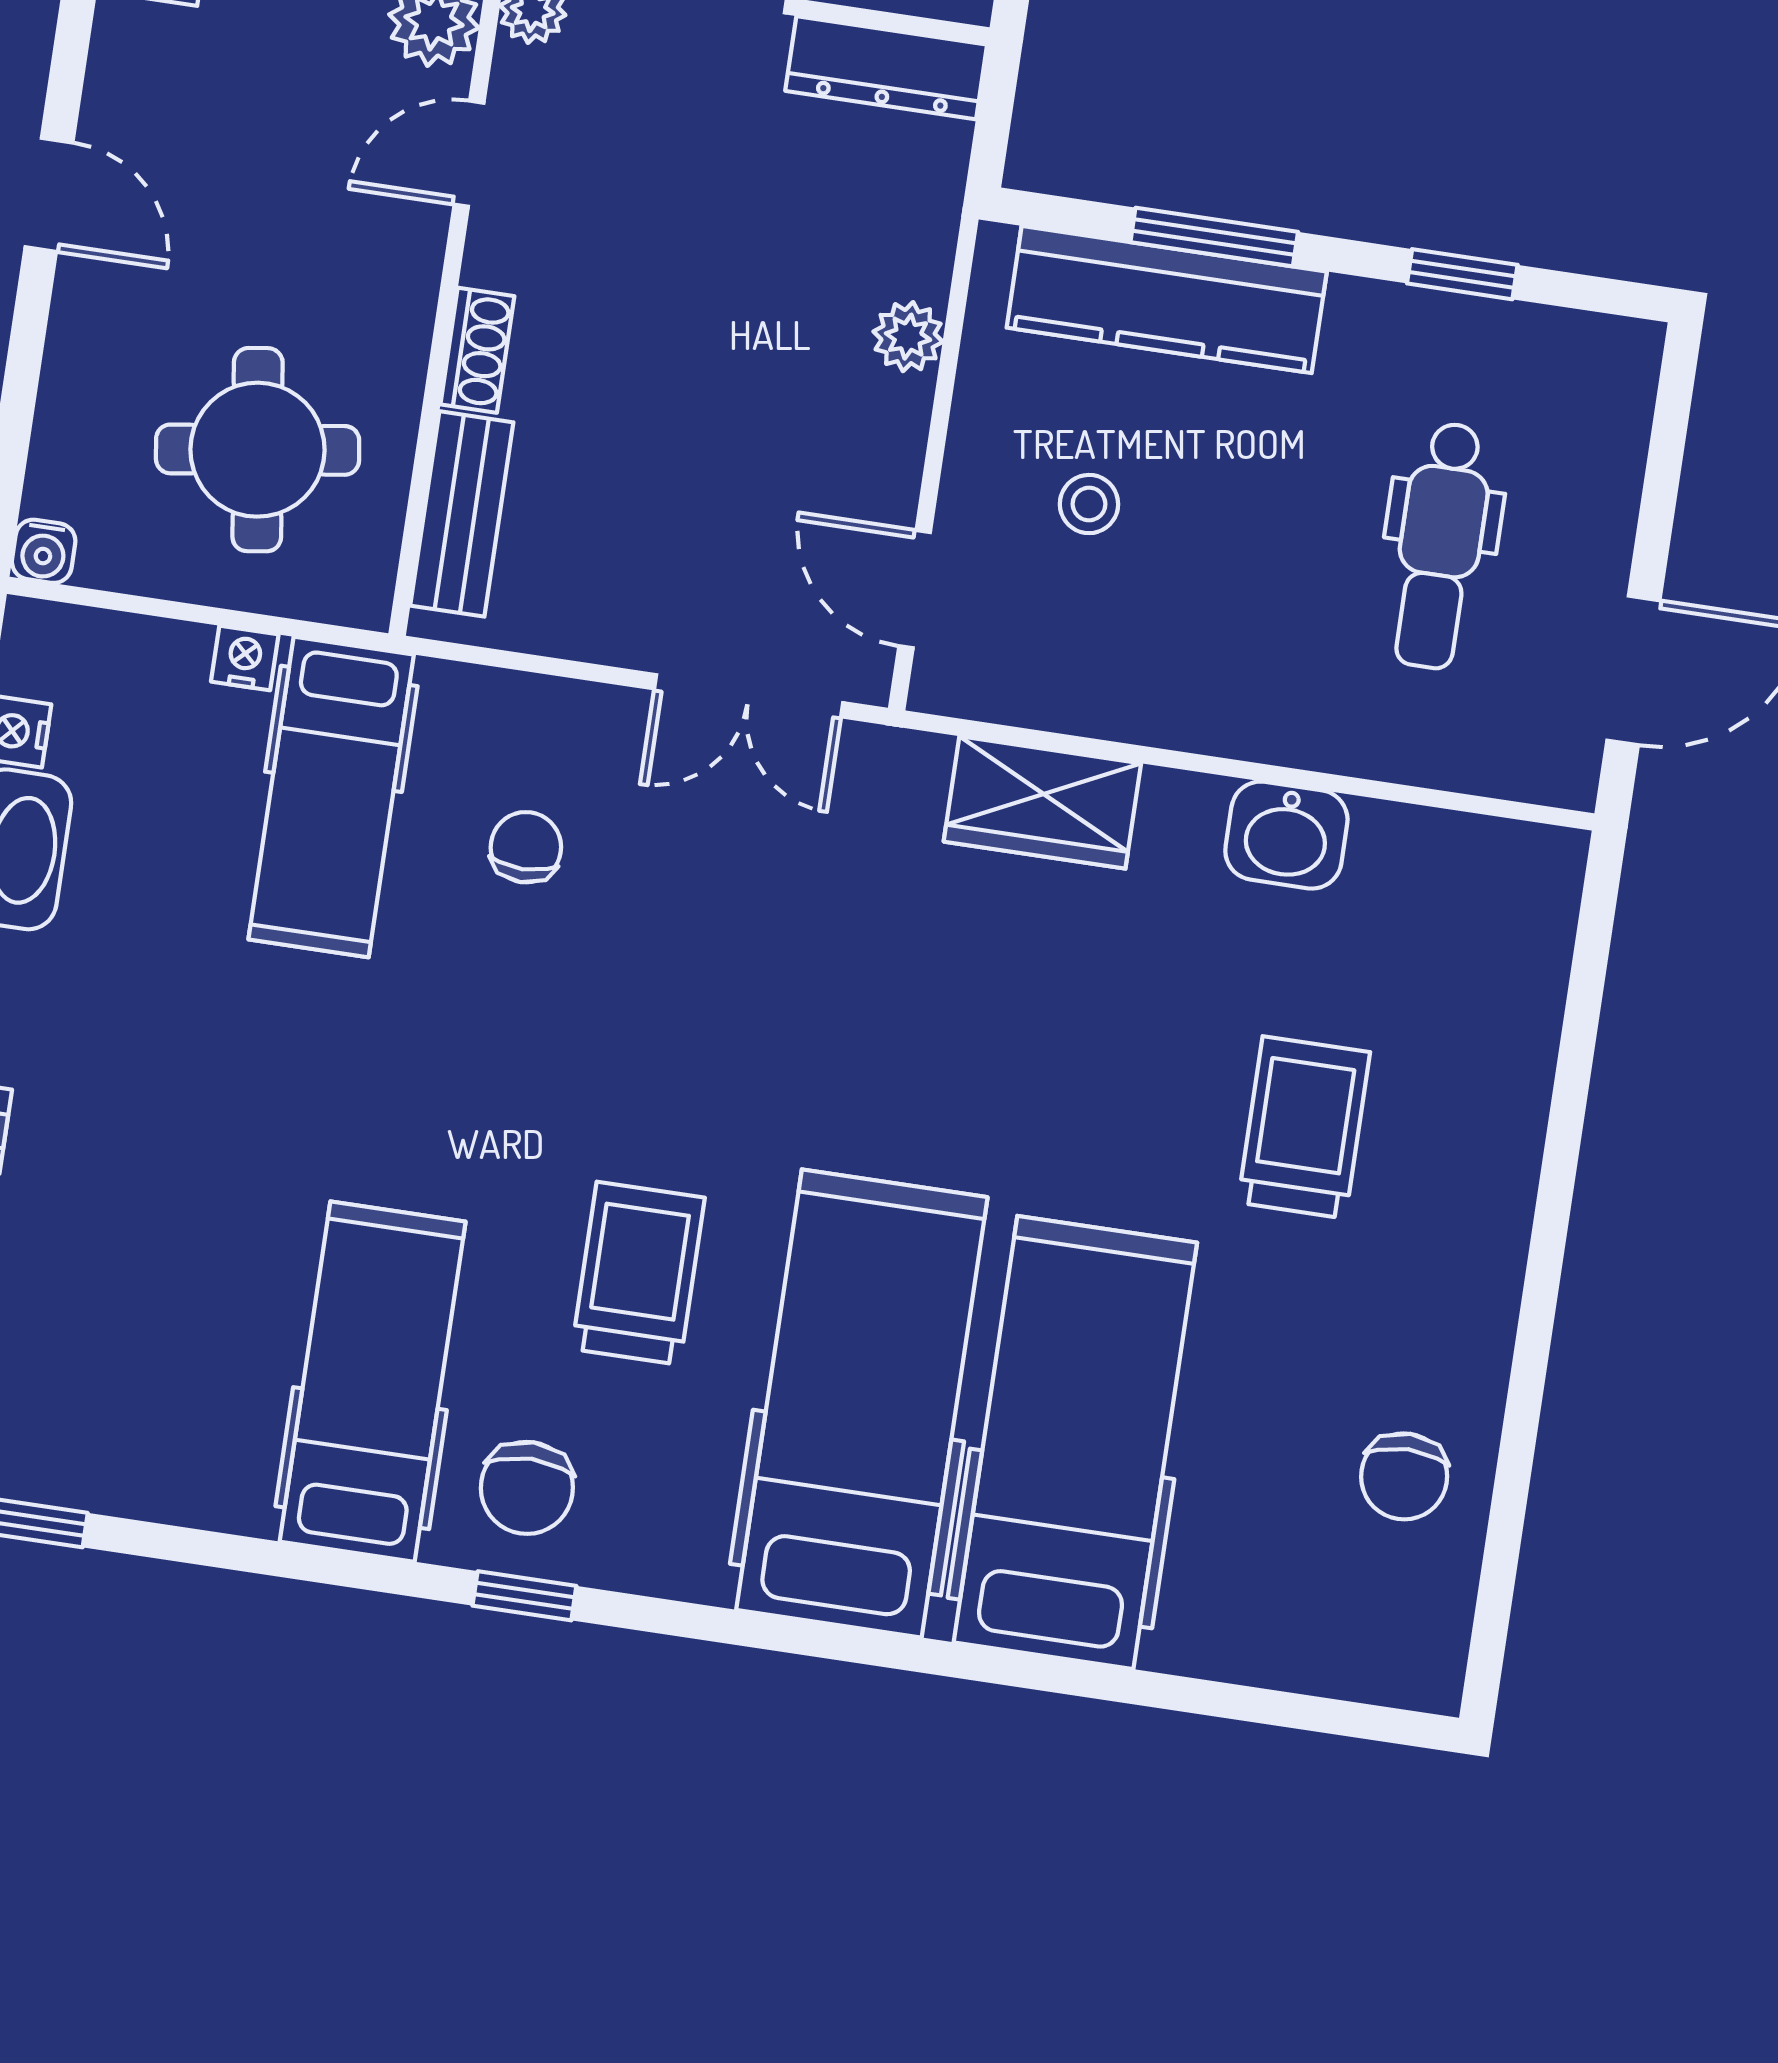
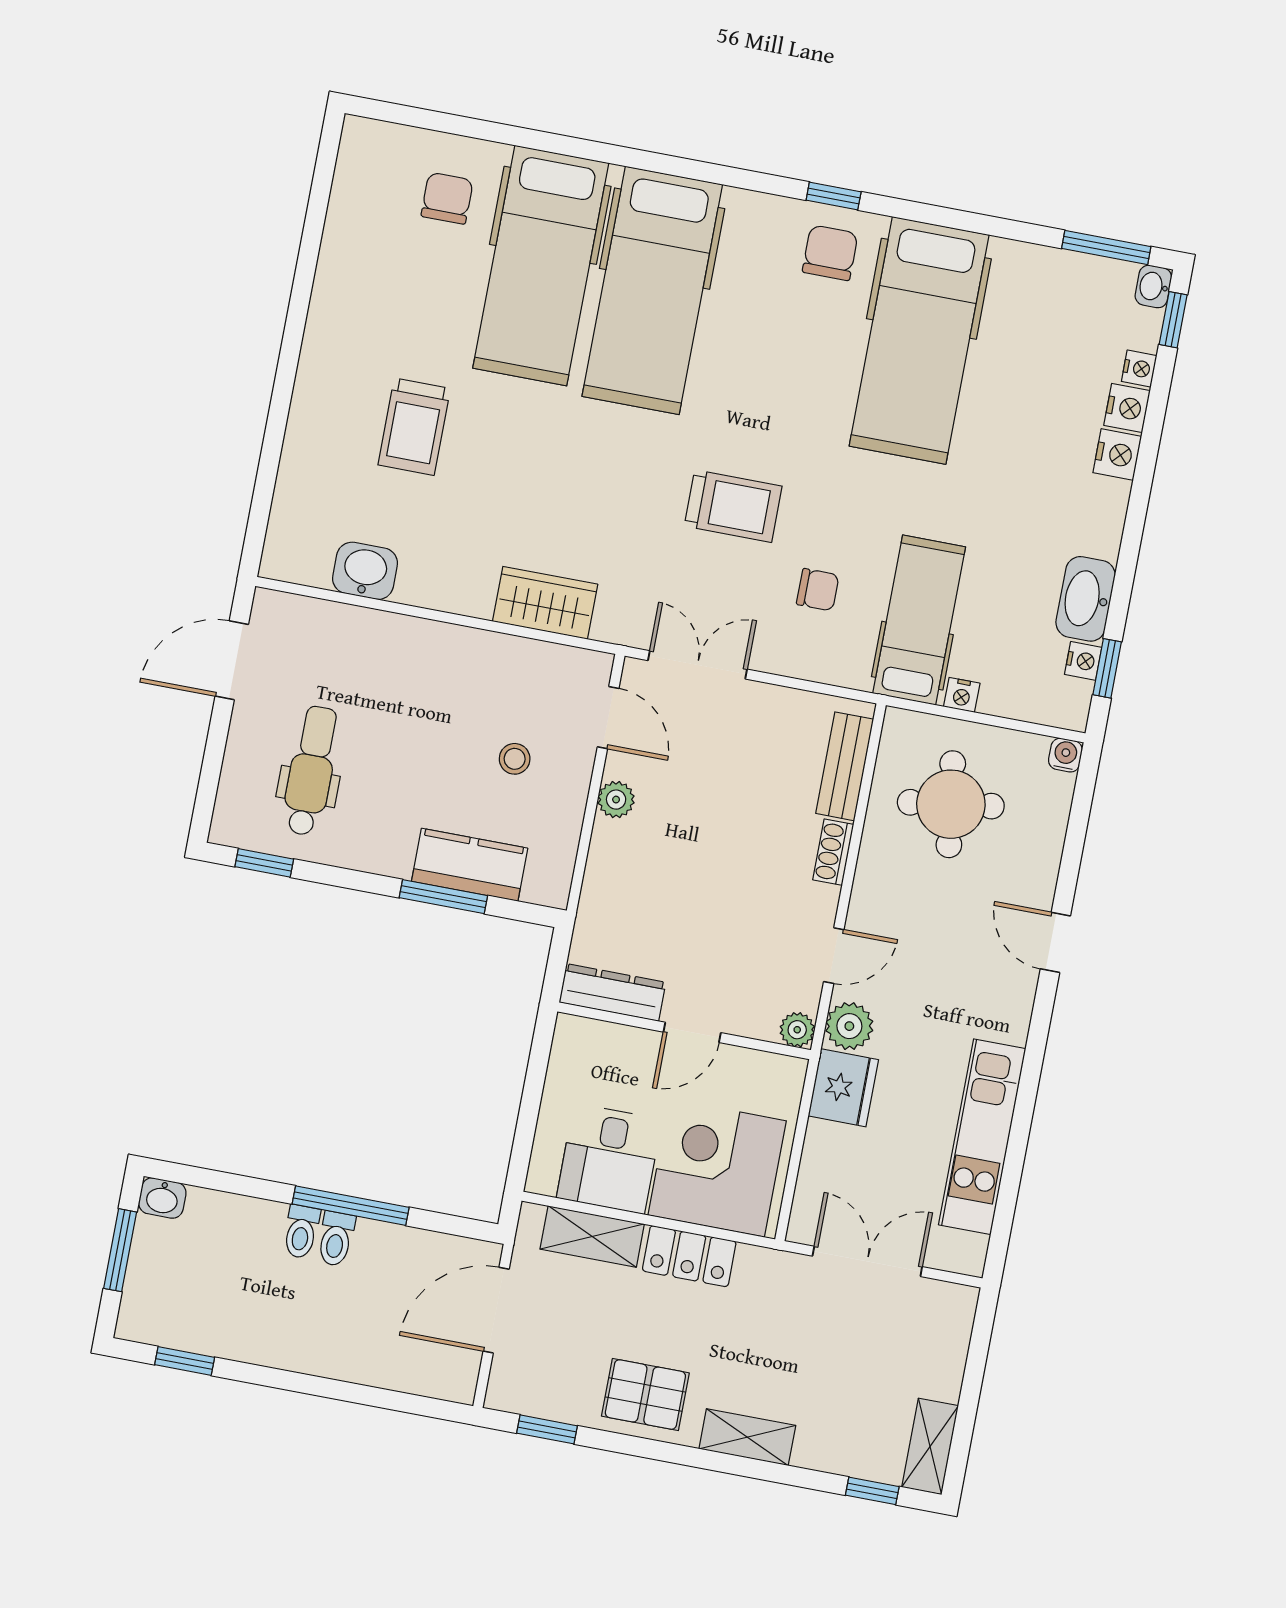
window: (1462, 274) -> (264, 863), moved
kitchen counter: (1167, 300) -> (470, 865), width x0.67
plant: (908, 337) -> (616, 800), moved
dental chair: (1440, 546) -> (311, 771), moved
washbasin: (1286, 835) -> (365, 571), moved
chair: (526, 847) -> (818, 590), turned -90
trolley: (638, 1273) -> (733, 506), moved, turned -90
hospital bed: (373, 1382) -> (919, 340), width x1.37, depth x1.29
chair: (1404, 1476) -> (447, 198), moved

